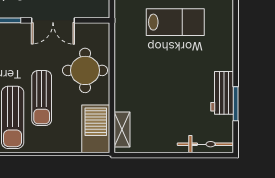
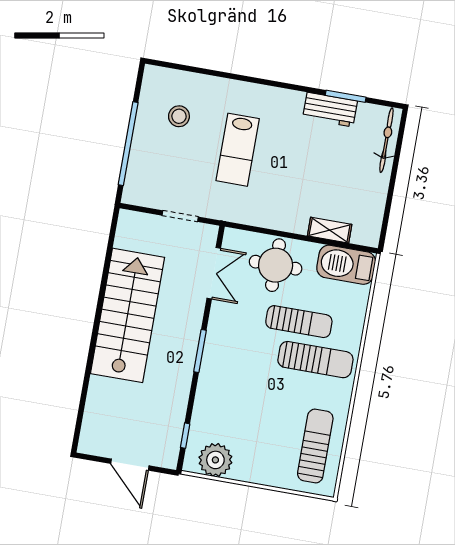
double door: (53, 20) -> (214, 273), moved
lab bench: (175, 22) -> (238, 150), turned 180
shelving: (122, 130) -> (330, 230), moved

